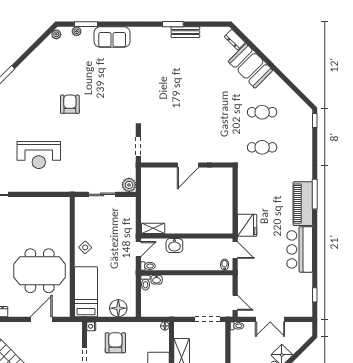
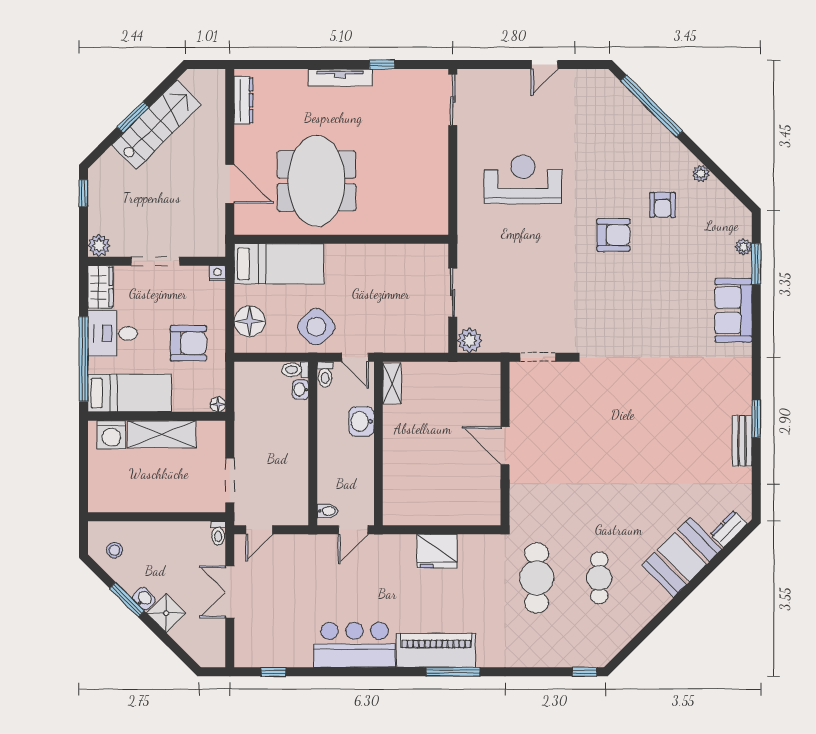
plant: (56, 34) -> (701, 174), moved
armchair: (53, 77) -> (663, 205), added
cafe table: (262, 147) -> (537, 578), width x1.37, depth x1.35
reception desk: (39, 155) -> (523, 179), turned 90
fridge: (247, 225) -> (437, 551), moved
side table: (85, 247) -> (316, 327), moved, width x1.87, depth x1.87
armchair: (115, 343) -> (188, 343), moved

